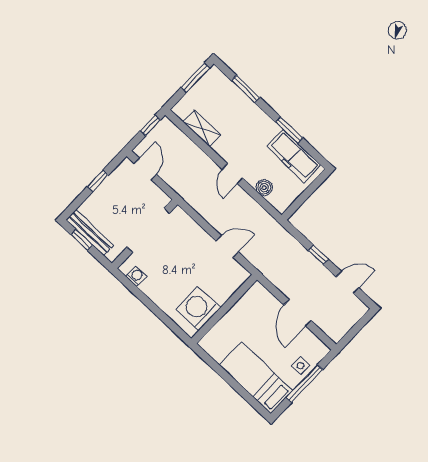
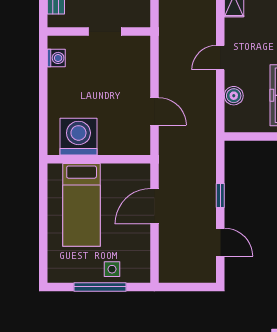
doorway: (148, 230) -> (105, 32), width x0.53
door: (297, 313) -> (154, 206), moved
bed: (256, 378) -> (82, 205), moved, turned 180

